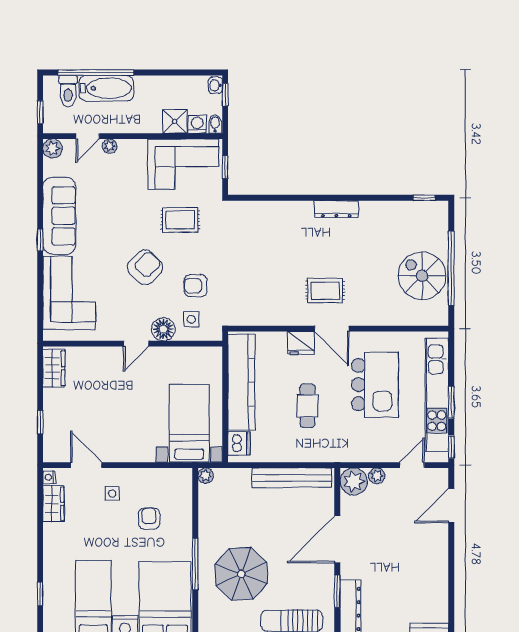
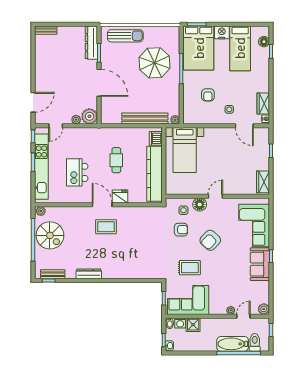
dresser: (336, 209) -> (89, 274), moved
bench: (417, 209) -> (53, 274), added
sofa: (59, 216) -> (260, 264), width x0.73
plant: (438, 318) -> (41, 211), added
kitchen island: (375, 385) -> (77, 172), width x0.73, depth x0.78
bench: (292, 478) -> (145, 118), moved
door: (337, 539) -> (99, 83), hinge flipped
floor lamp: (52, 611) -> (264, 42), added

